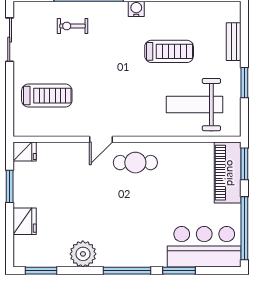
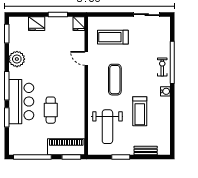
exercise bike: (72, 26) -> (162, 67), moved
exercise mat: (117, 92) -> (115, 80), added
treadmill: (47, 96) -> (113, 37), turned 90
weight bench: (195, 105) -> (107, 127), turned 180
door: (101, 139) -> (86, 58), moved
cafe table: (135, 163) -> (51, 110), moved
bar counter: (204, 247) -> (21, 102), moved

